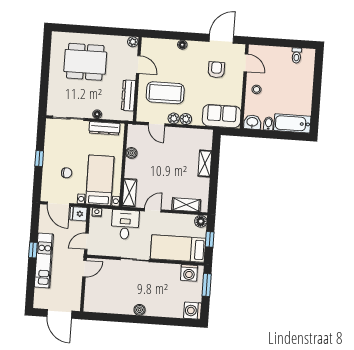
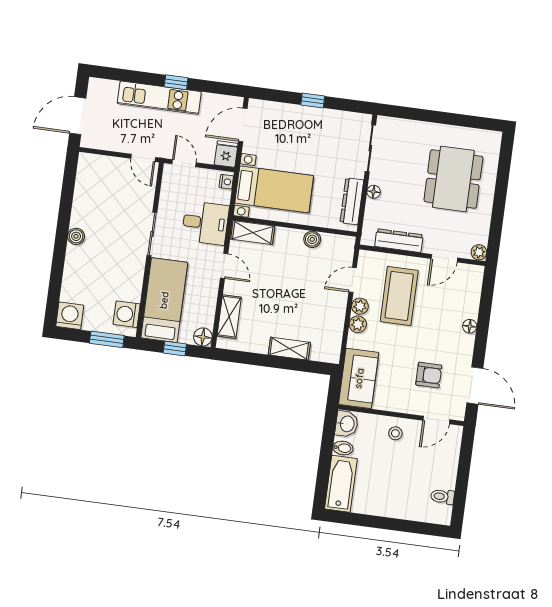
chair: (67, 173) -> (289, 140), removed

